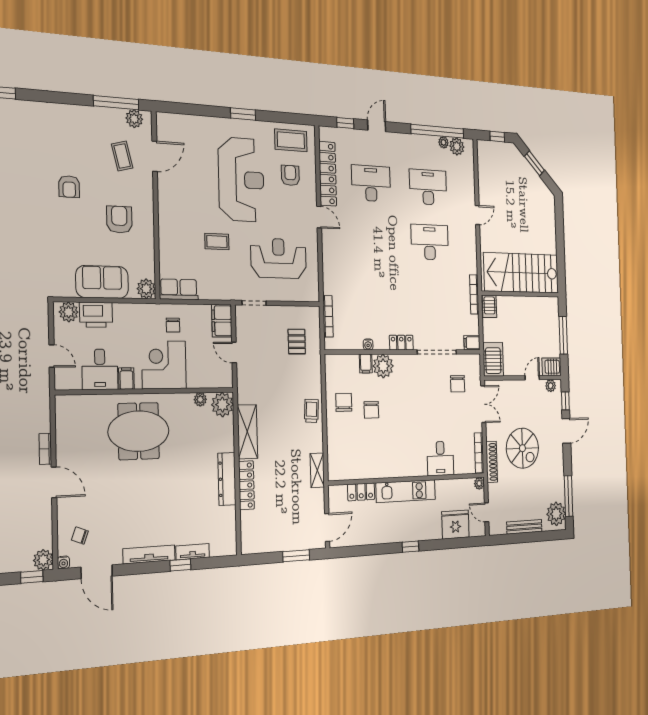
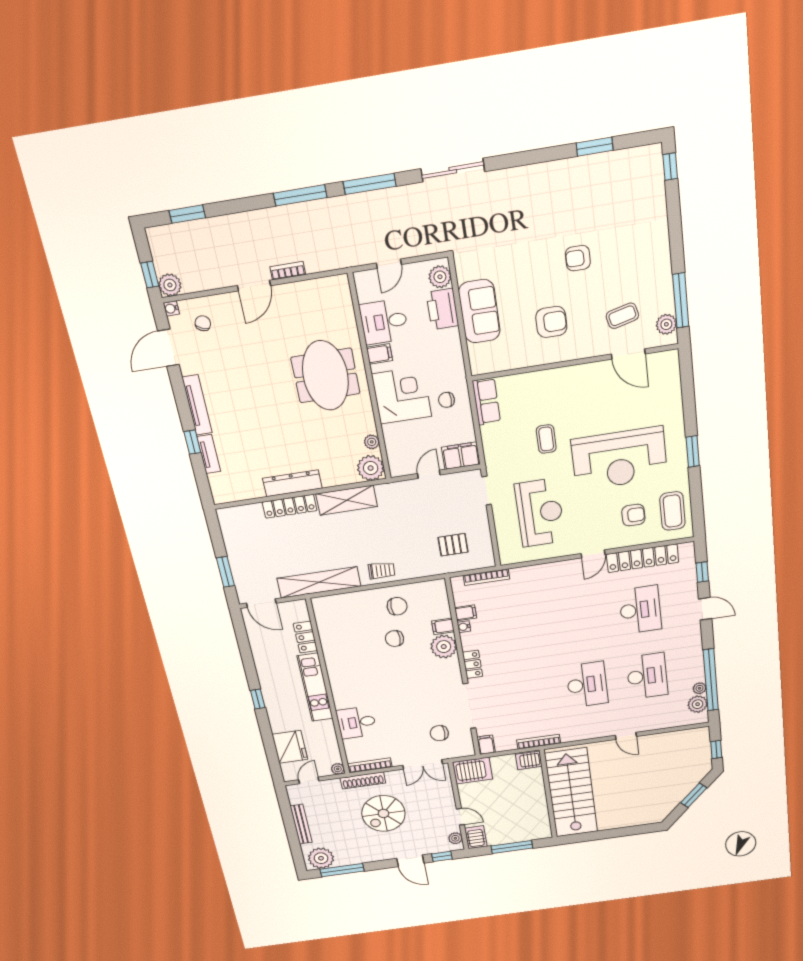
plant: (146, 289) -> (481, 364), removed
filing cabinet: (356, 341) -> (466, 613), added
shelving: (317, 470) -> (319, 582), width x2.20, depth x1.33

